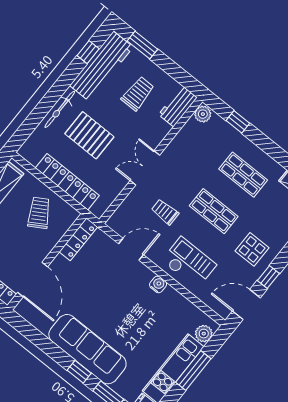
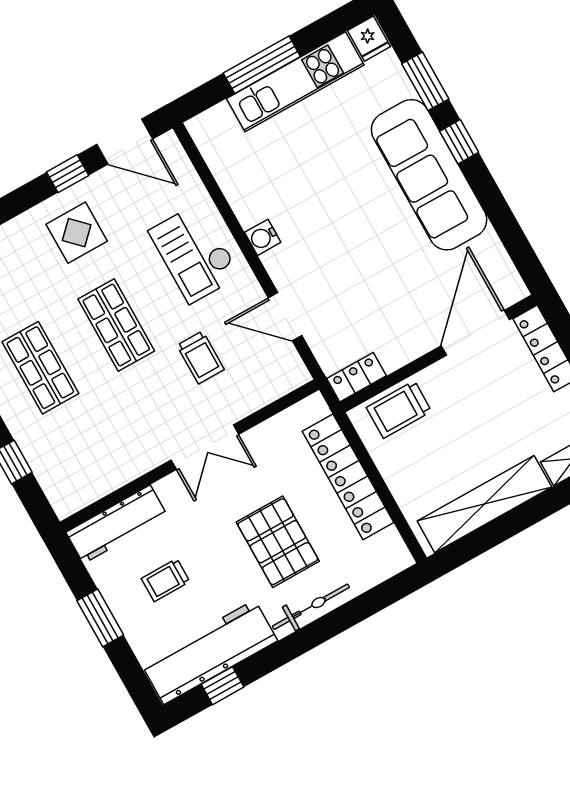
window: (142, 45) -> (100, 618), moved
trolley: (138, 93) -> (166, 580), width x0.73, depth x0.72
workbench: (178, 106) -> (117, 524), width x1.38
plant: (203, 114) -> (68, 500), removed
trolley: (39, 213) -> (399, 409), moved, turned 31
locker: (78, 239) -> (356, 377), width x0.66
plant: (204, 334) -> (218, 121), removed

